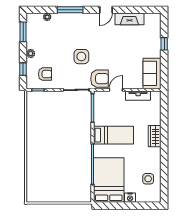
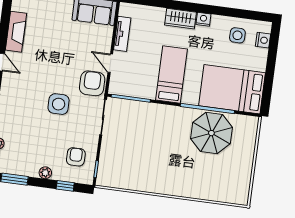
nightstand: (156, 153) -> (203, 19), added
parasol: (75, 169) -> (211, 133), added
nightstand: (130, 198) -> (263, 40), moved

